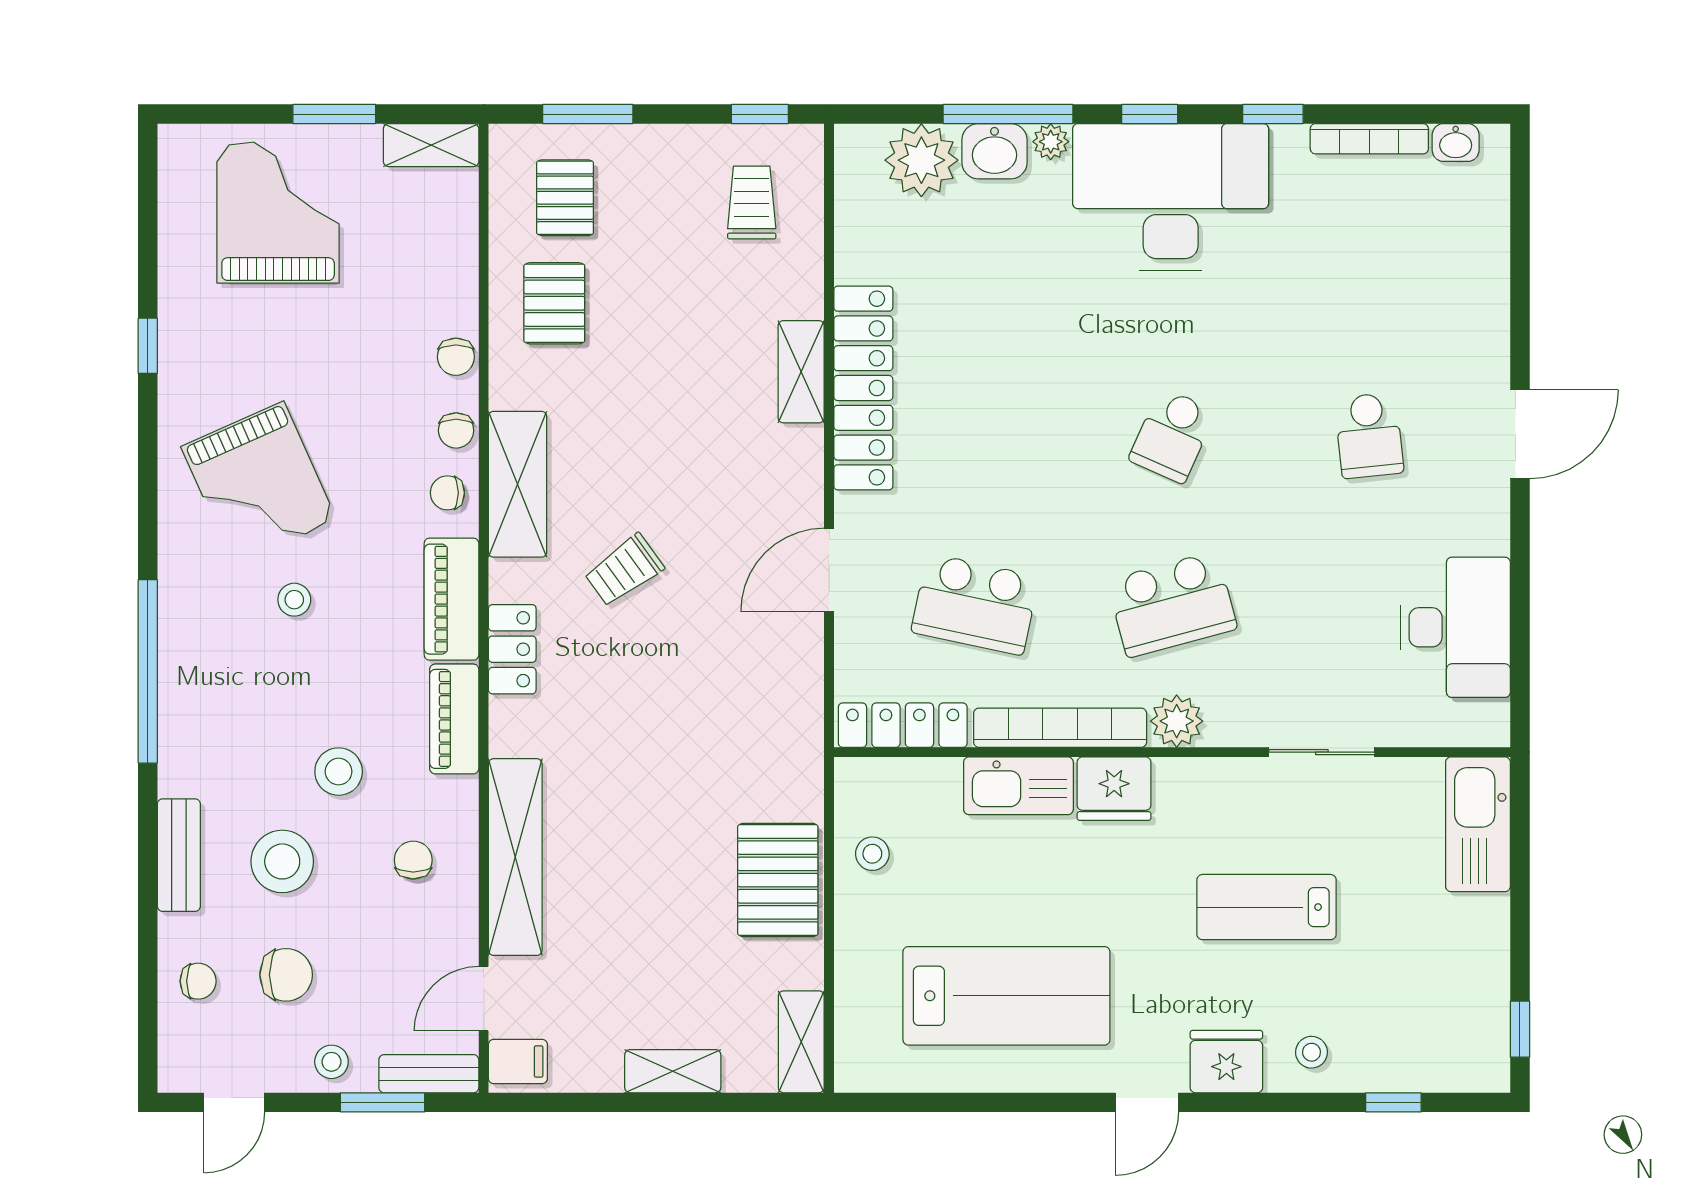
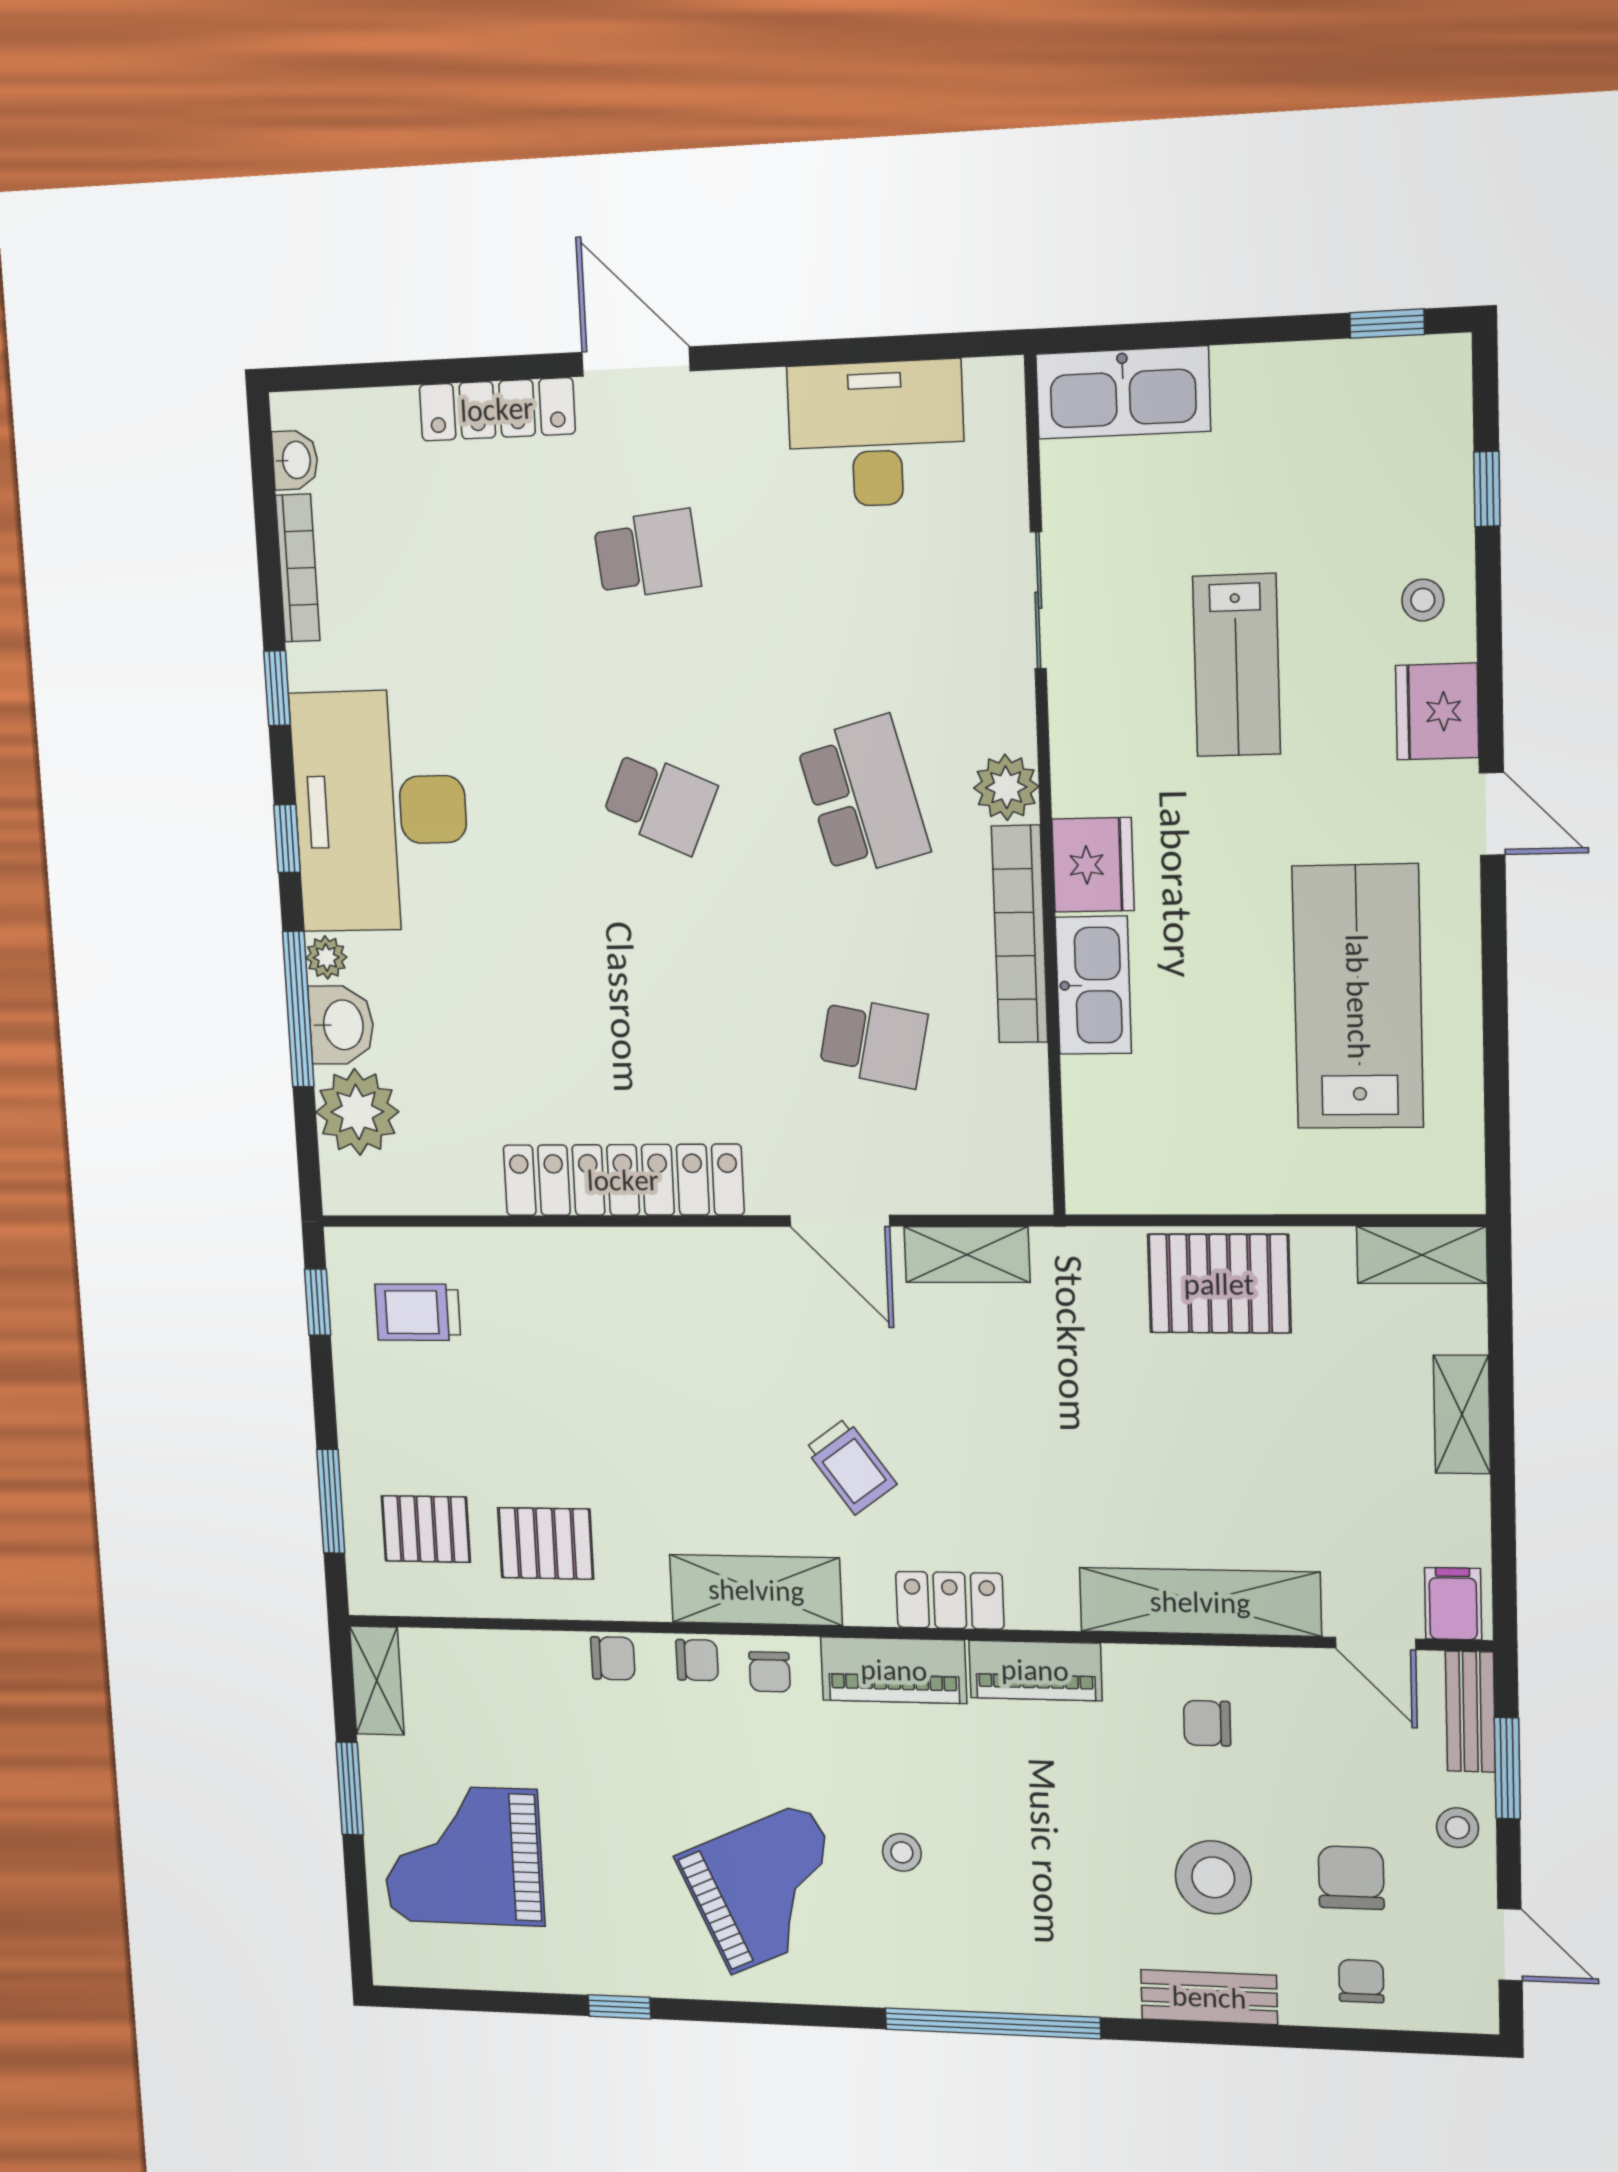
shelving: (801, 372) -> (967, 1255), moved
school desk: (975, 604) -> (873, 1042), width x0.54
locker: (903, 725) -> (497, 409), moved, turned -90
stool: (339, 772) -> (1103, 1808), removed
stool: (872, 854) -> (1183, 1167), removed

